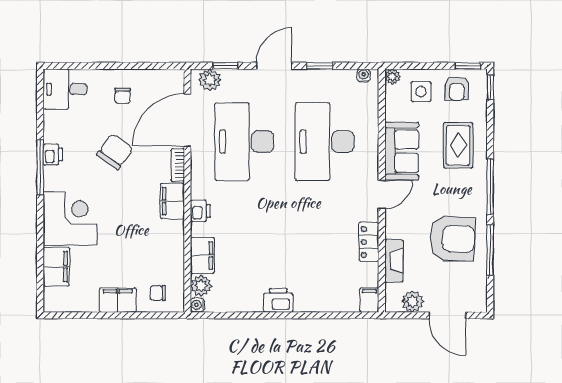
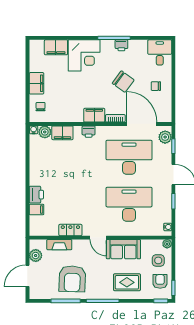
armchair: (457, 89) -> (160, 281), turned 90
printer: (278, 300) -> (36, 195), moved
filing cabinet: (369, 300) -> (36, 210), moved

